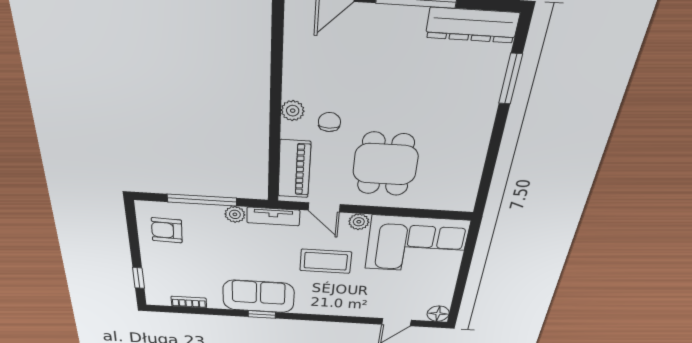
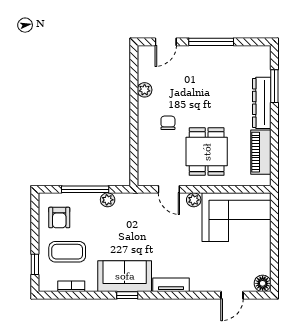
dresser: (472, 25) -> (262, 103), moved, turned 90
plant: (293, 111) -> (145, 90), moved
piano: (294, 169) -> (261, 152), moved, turned 180
tv unit: (273, 216) -> (171, 285), moved, turned 180
armchair: (167, 230) -> (59, 218), turned -92
coffee table: (326, 261) -> (67, 252), moved

